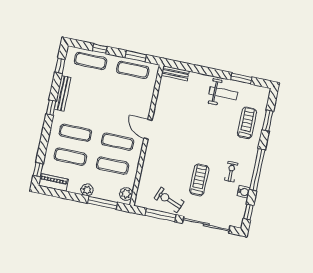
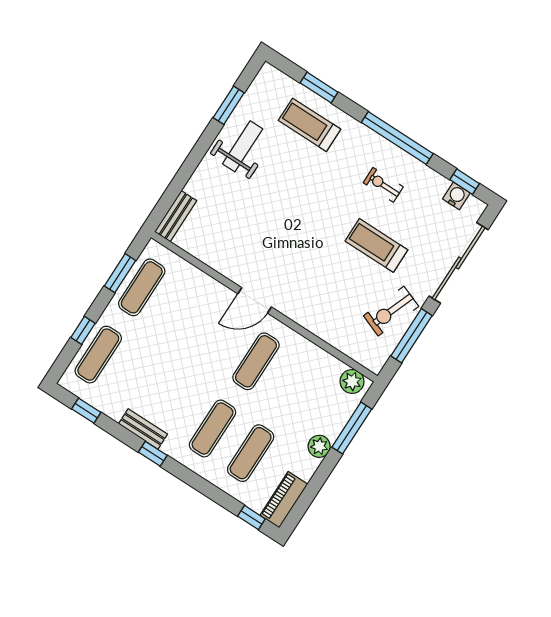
bench: (63, 93) -> (143, 429), width x0.73
exercise mat: (113, 166) -> (294, 386), removed
water cooler: (244, 192) -> (456, 196), moved

